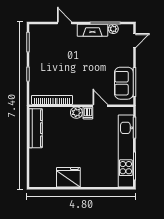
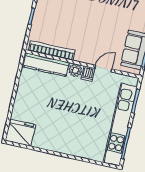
door: (100, 106) -> (103, 69), hinge flipped
kitchen counter: (36, 128) -> (46, 65), moved, turned 90
fridge: (68, 177) -> (20, 133), moved

